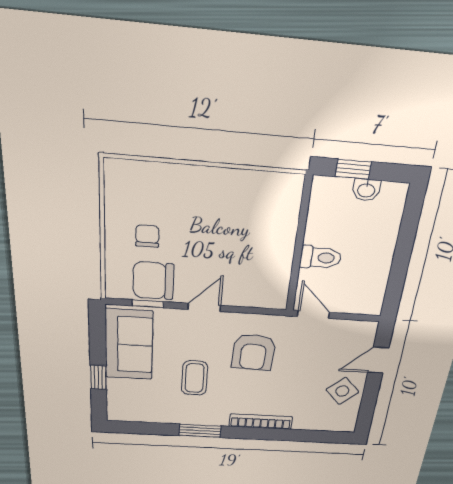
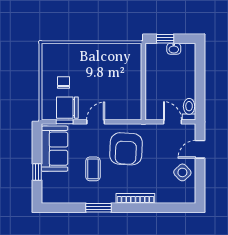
toilet: (321, 258) -> (189, 109), moved, turned -90
door: (313, 314) -> (173, 122), moved
armchair: (254, 352) -> (126, 149), width x1.36, depth x1.36

